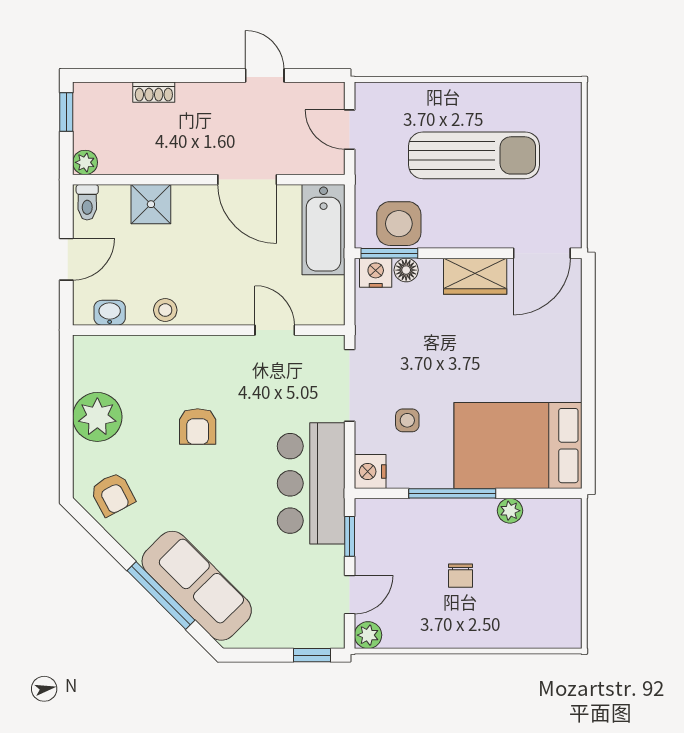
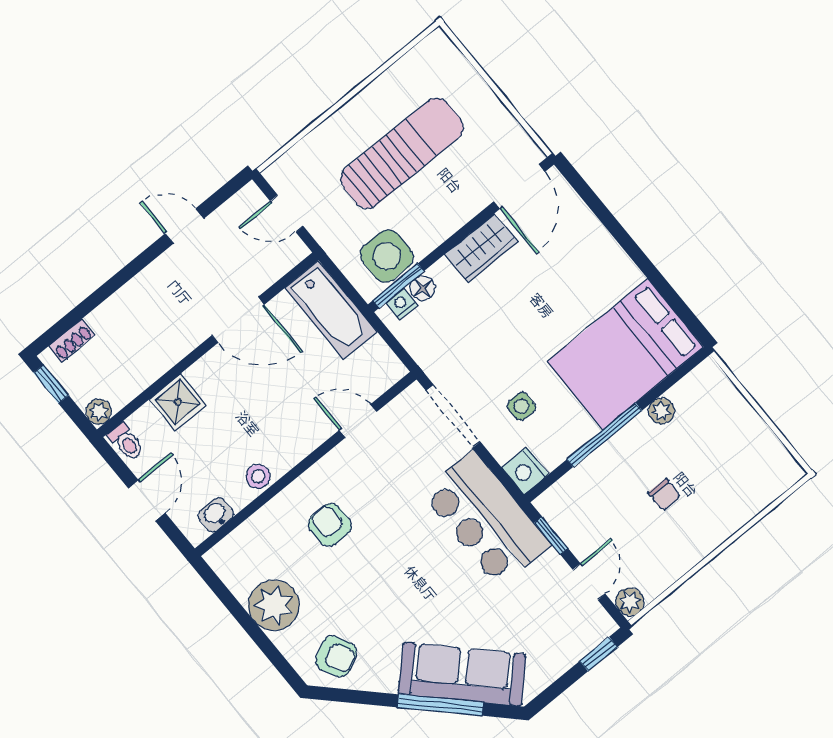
shoe rack: (154, 92) -> (72, 341), moved
nightstand: (376, 273) -> (401, 304), width x0.72, depth x0.74
armchair: (198, 426) -> (330, 525), moved, turned 180

